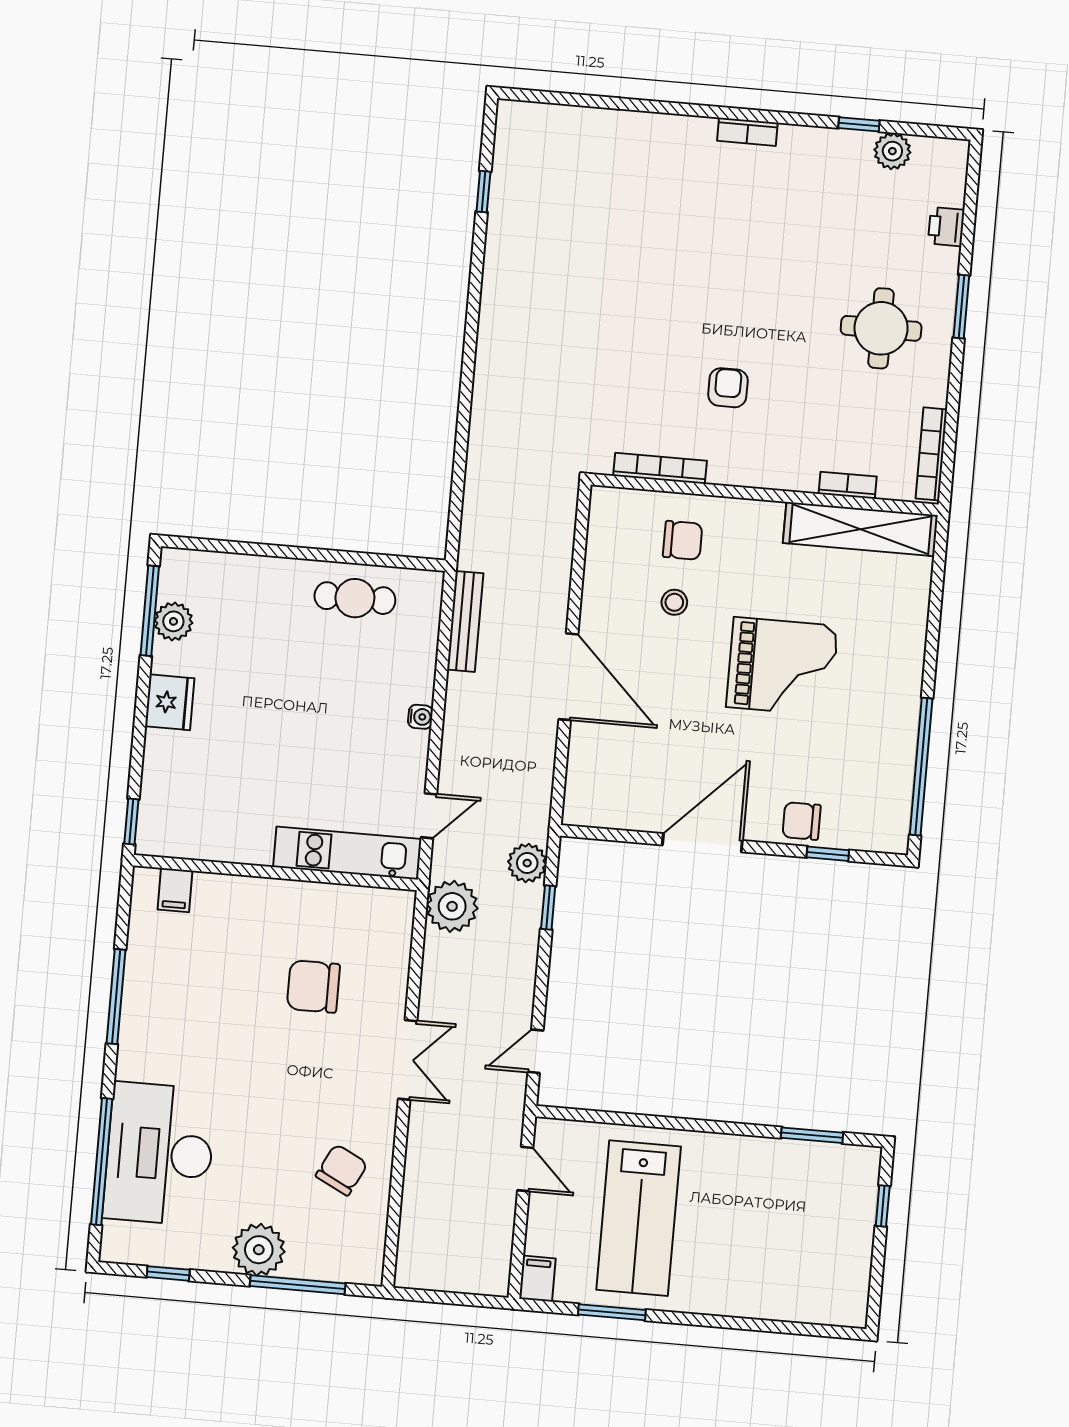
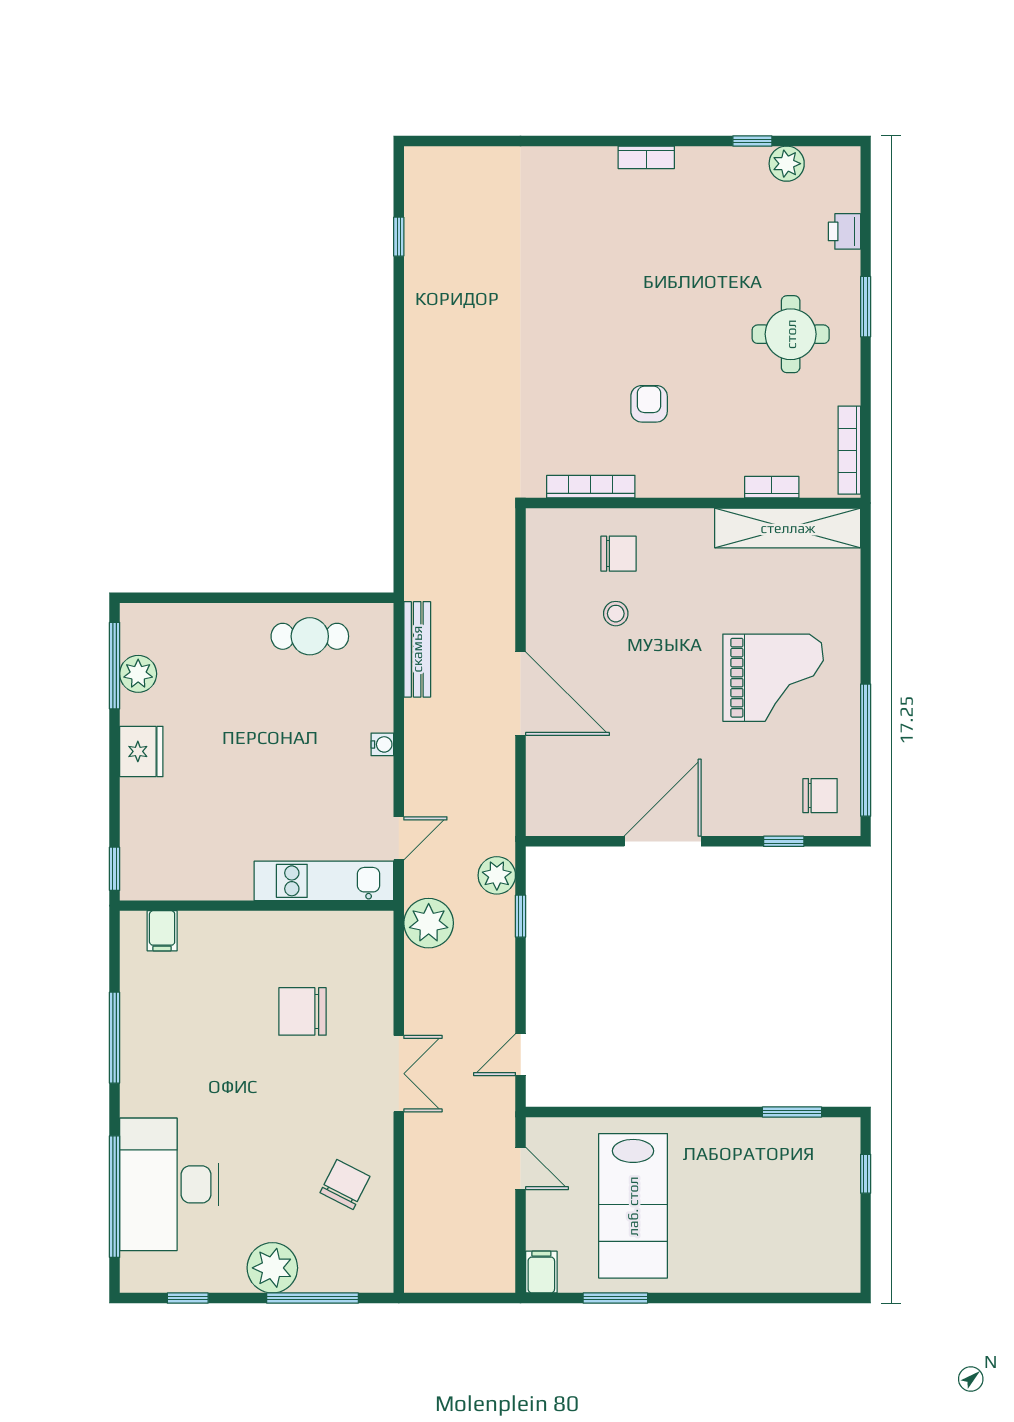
grand piano: (782, 666) -> (773, 678), moved
chair: (802, 821) -> (820, 796), moved, turned 180

